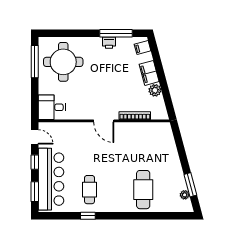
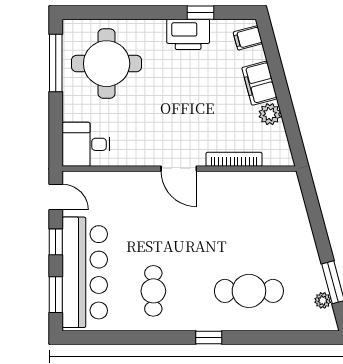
window: (116, 33) -> (200, 13), width x0.46
printer: (109, 43) -> (188, 34), width x1.87, depth x1.48
cafe table: (143, 190) -> (249, 291), turned 90
window: (88, 216) -> (209, 337), moved

